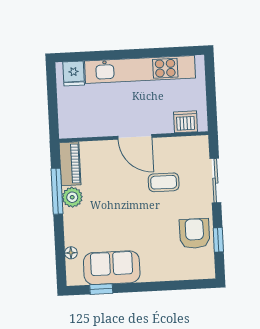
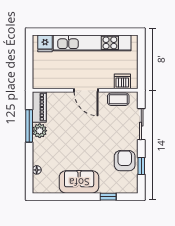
coffee table: (164, 182) -> (118, 99), moved
sofa: (112, 268) -> (79, 182), moved
window: (101, 289) -> (108, 197), moved

